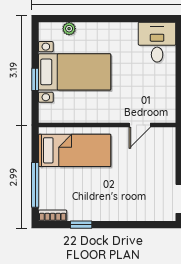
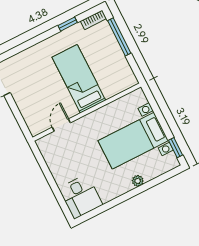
plant: (69, 29) -> (138, 181), moved
window: (35, 79) -> (175, 148), moved
bed: (75, 150) -> (79, 79), moved, turned 90

